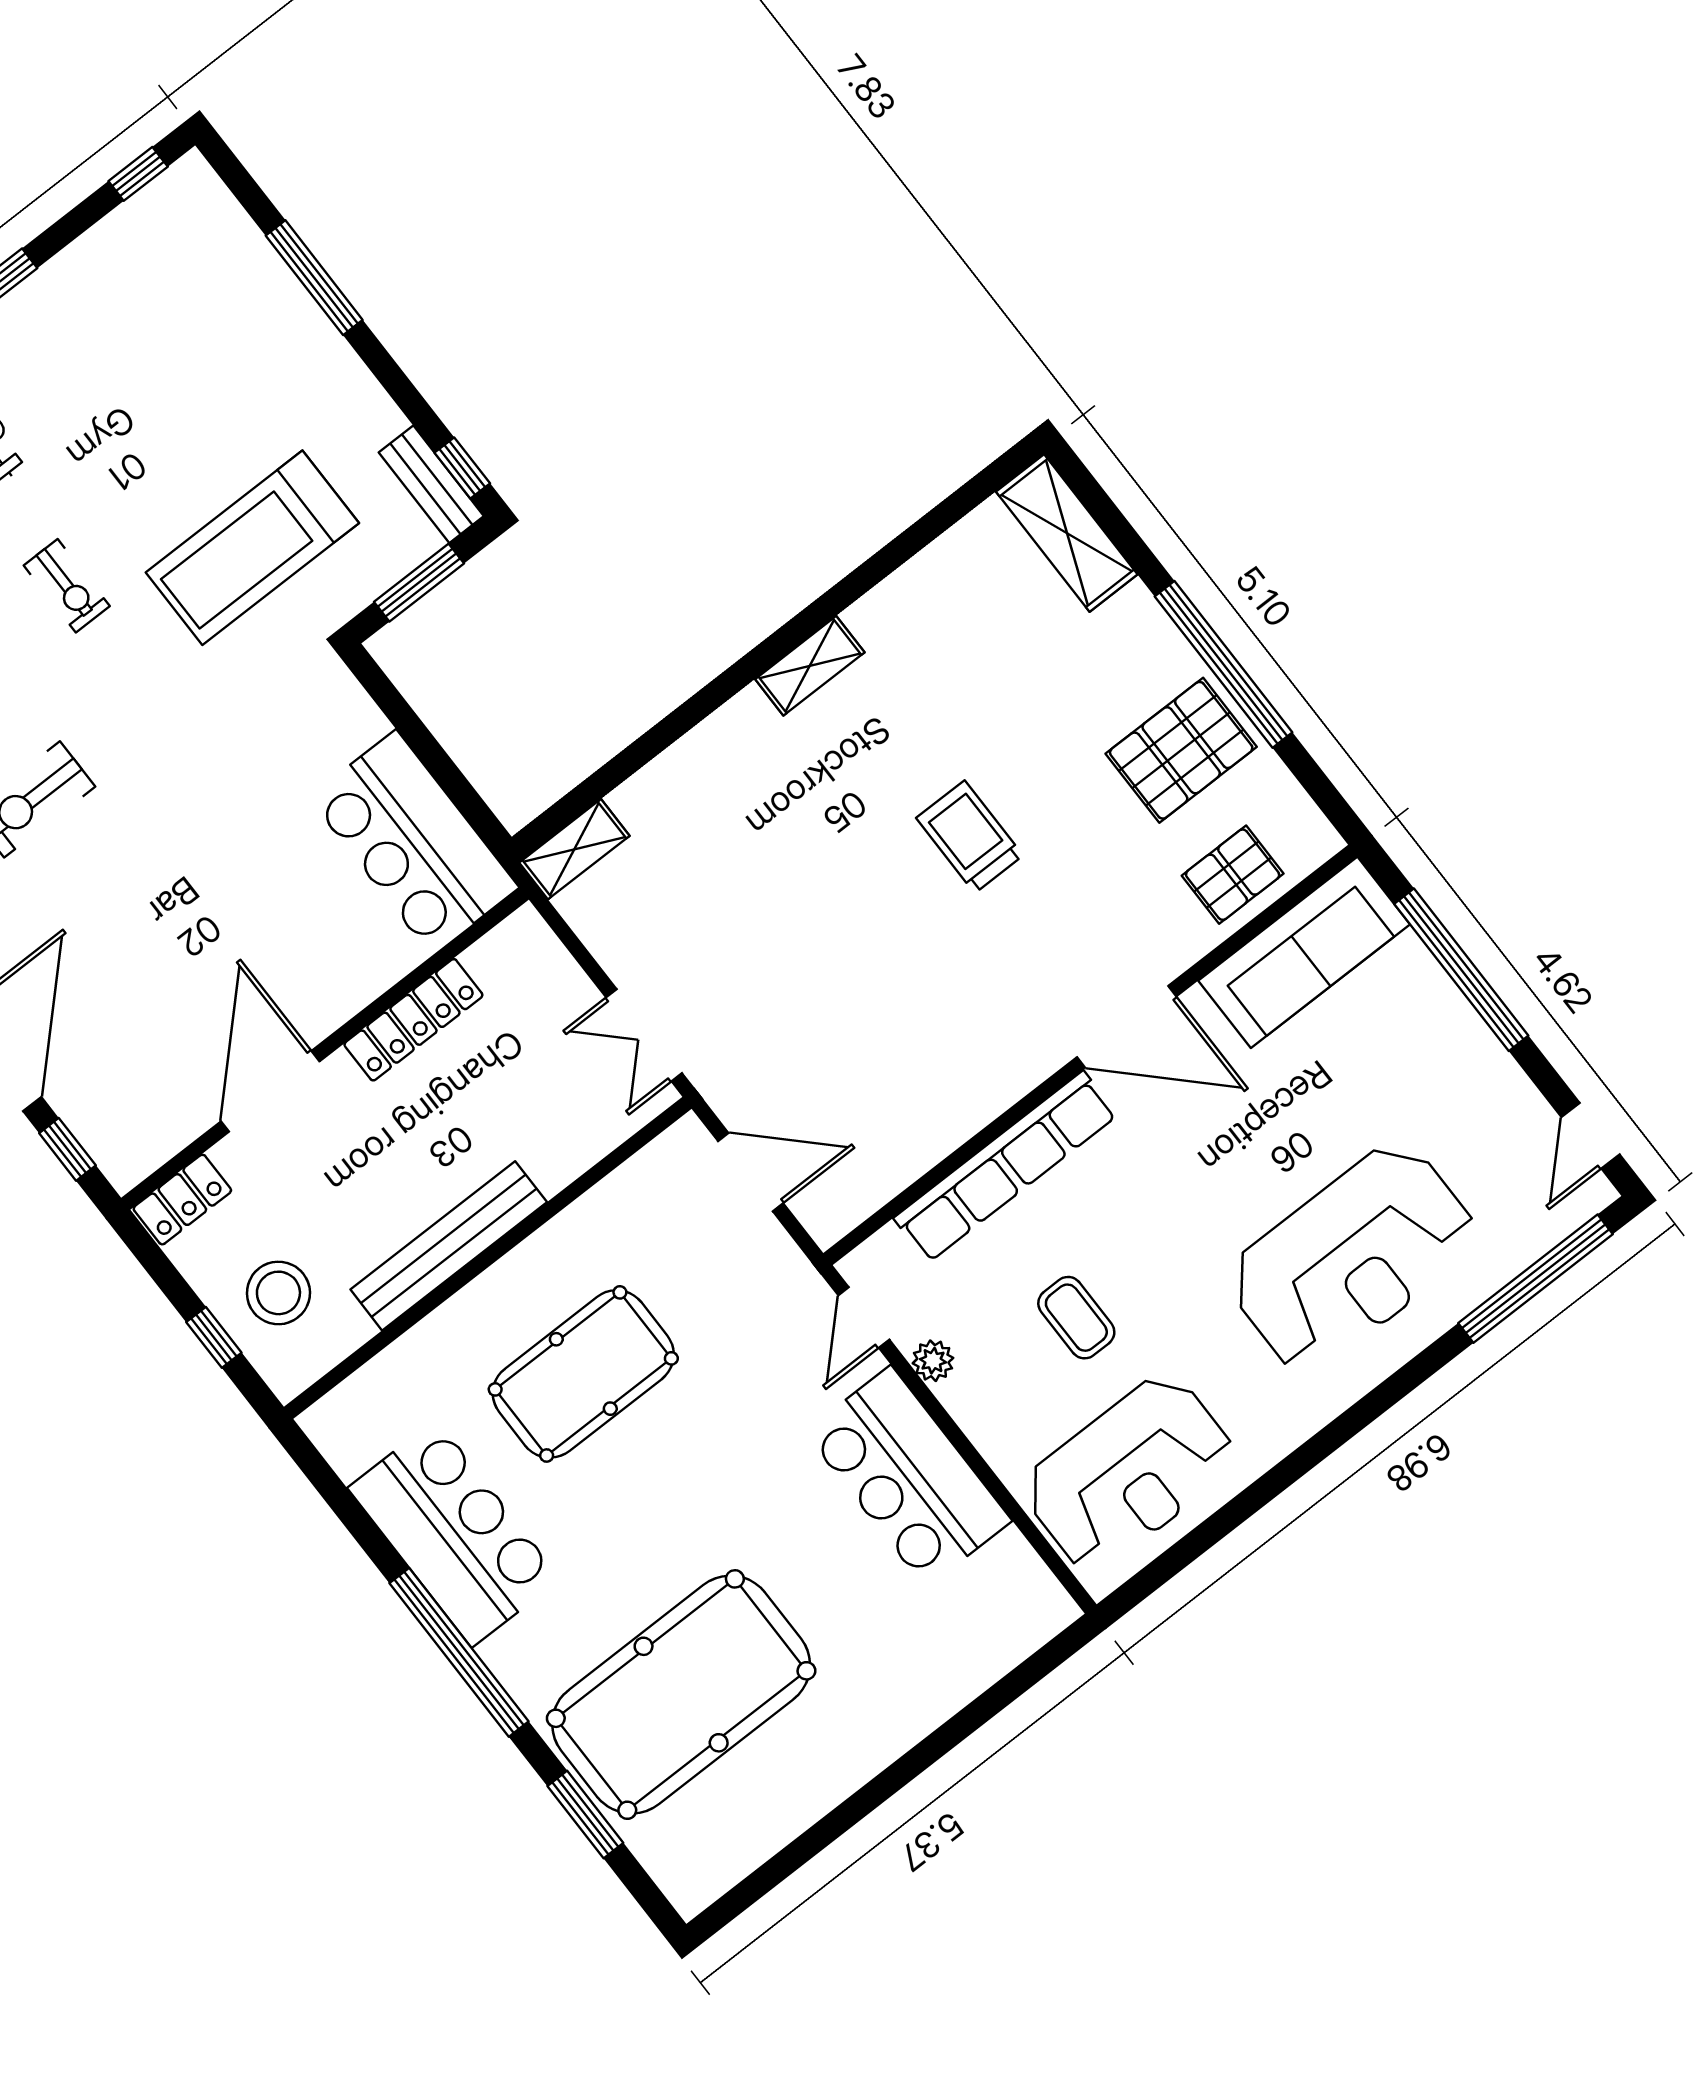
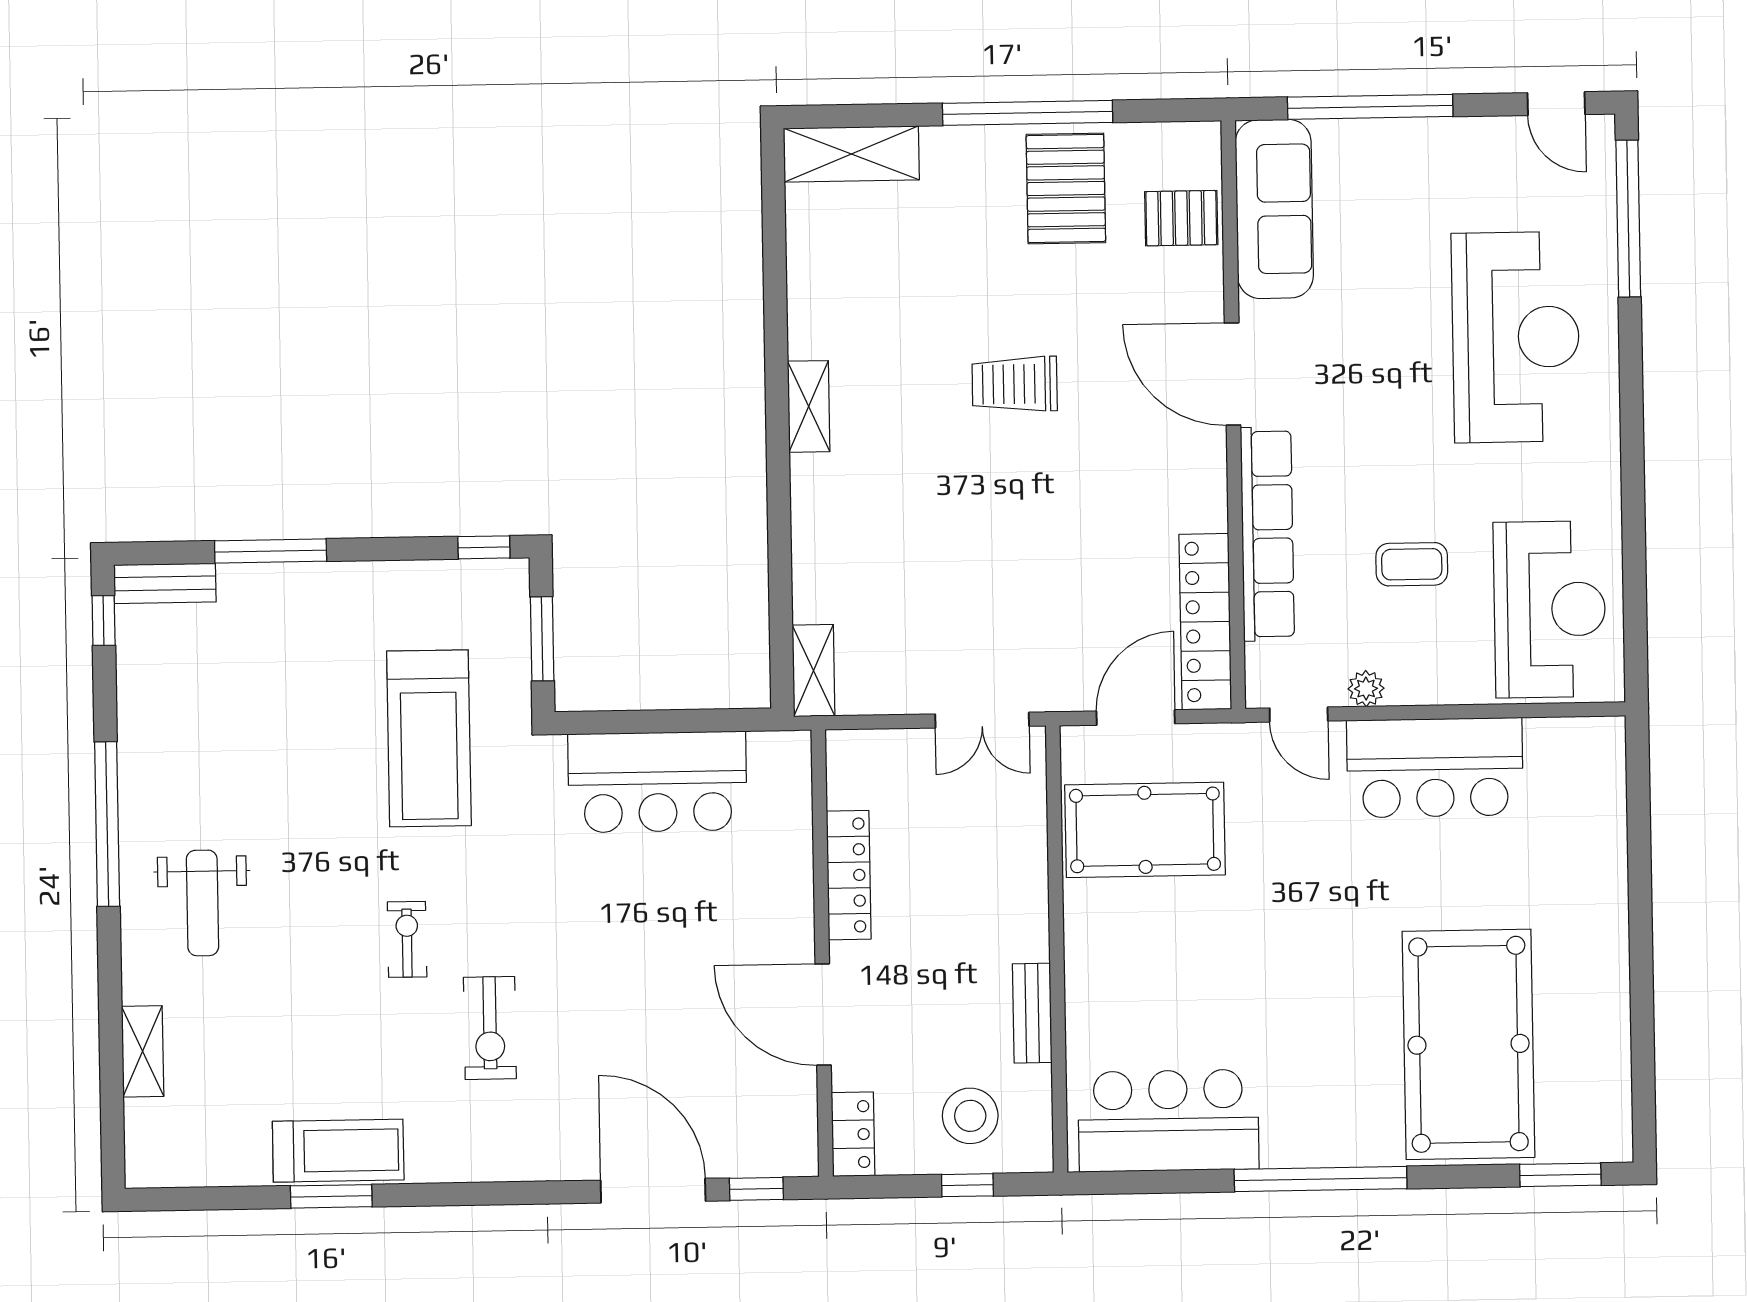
bench: (431, 484) -> (165, 583), moved
exercise bike: (67, 586) -> (407, 939), moved, turned -90
bar counter: (414, 843) -> (657, 782), moved
pallet: (1233, 875) -> (1181, 218), turned 90
door: (1127, 1027) -> (1233, 374), swing flipped
locker: (884, 1170) -> (1205, 622), added
bench: (449, 1246) -> (1032, 1013), width x0.54, depth x0.82
pool table: (583, 1374) -> (1145, 830), moved, turned 90
bar counter: (454, 1533) -> (1168, 1121), moved
window: (585, 1815) -> (1560, 1175), moved

